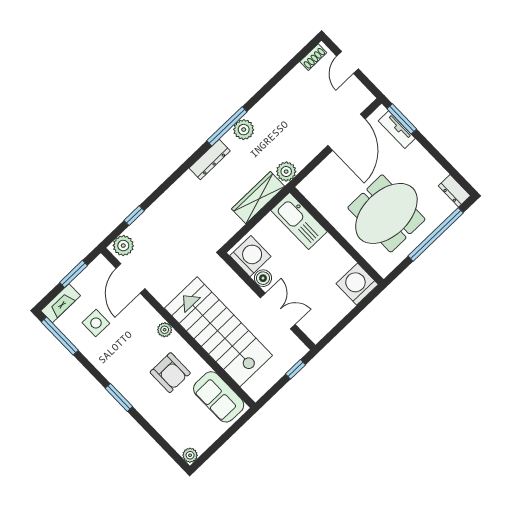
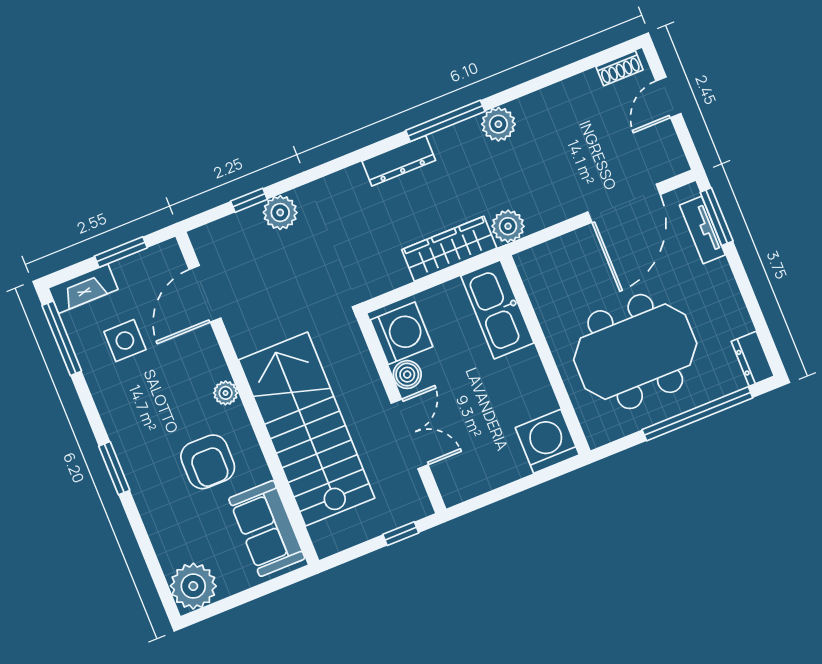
plant: (244, 130) -> (498, 124), moved
plant: (123, 246) -> (280, 213), moved
plant: (190, 455) -> (193, 586), width x1.88, depth x1.88

